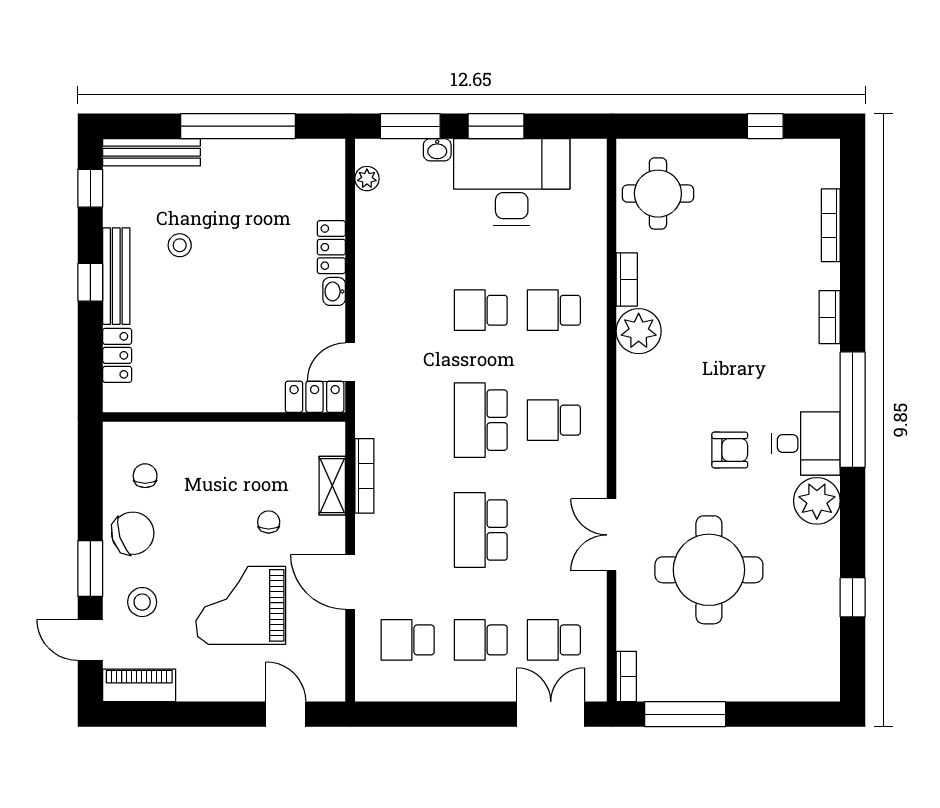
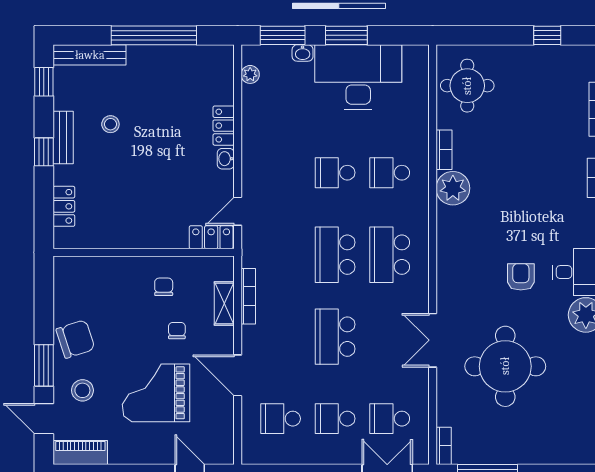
bench: (116, 276) -> (63, 138), width x0.73
school desk: (554, 420) -> (390, 255), width x1.85
armchair: (730, 450) -> (521, 277), turned -90
chair: (145, 476) -> (164, 287), moved

